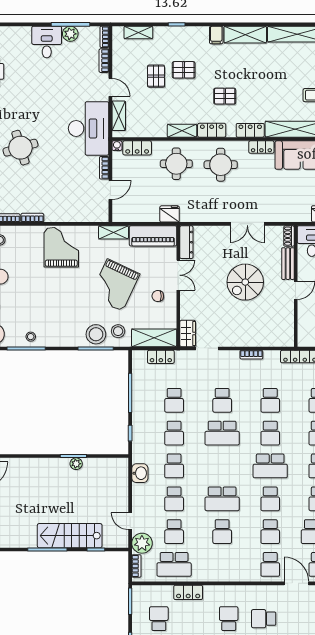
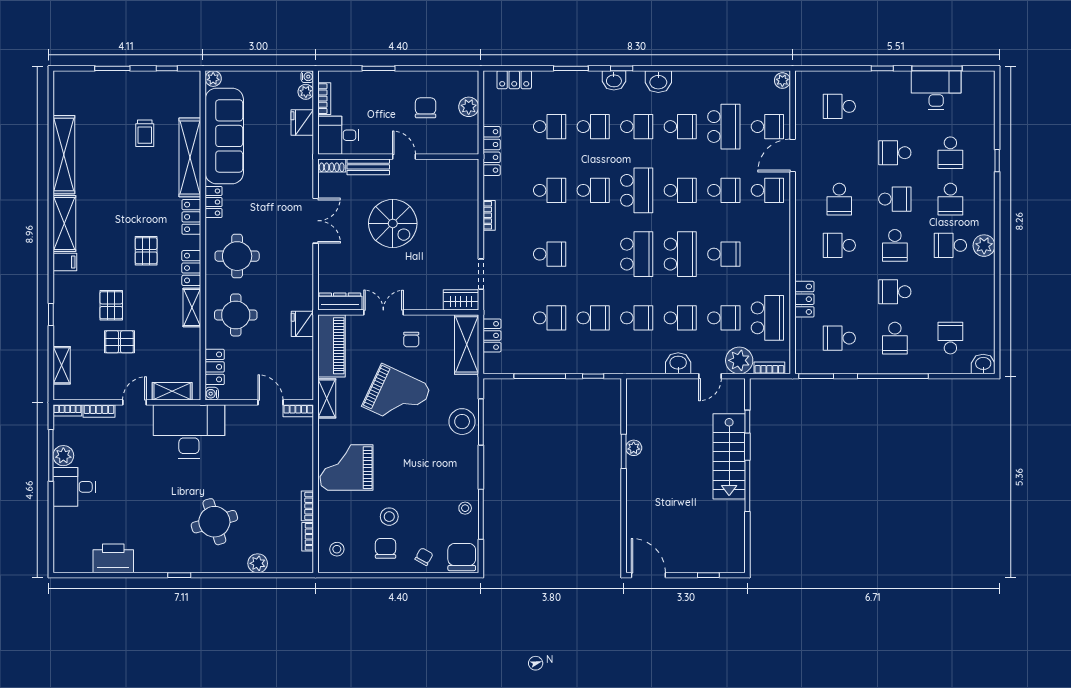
bookcase: (104, 168) -> (298, 411), moved
stool: (118, 331) -> (389, 517), moved
school desk: (222, 433) -> (637, 254), moved
washbasin: (140, 473) -> (678, 363), moved

